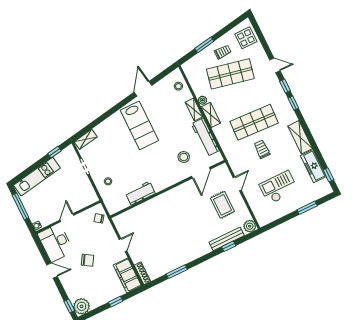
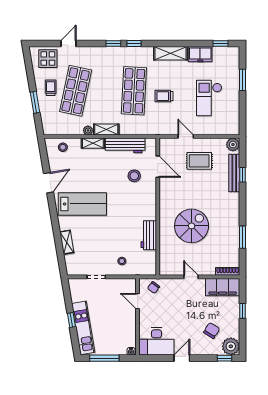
door: (275, 65) -> (68, 43), moved
door: (143, 89) -> (48, 183), swing flipped
shelving: (86, 139) -> (67, 242), moved
window: (55, 152) -> (71, 320), moved
freezer: (313, 166) -> (200, 54), width x0.71
door: (67, 218) -> (138, 301), moved
spiral stairs: (165, 225) -> (192, 226), added
chair: (87, 260) -> (212, 330), moved

